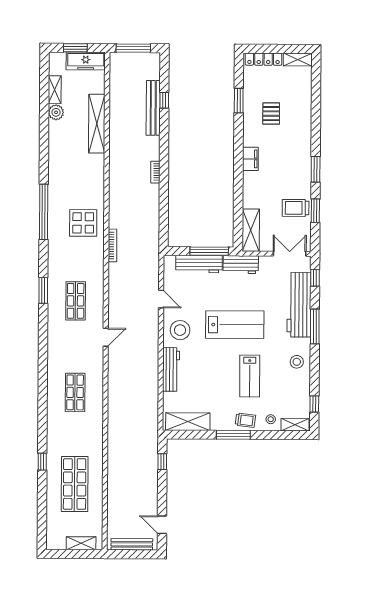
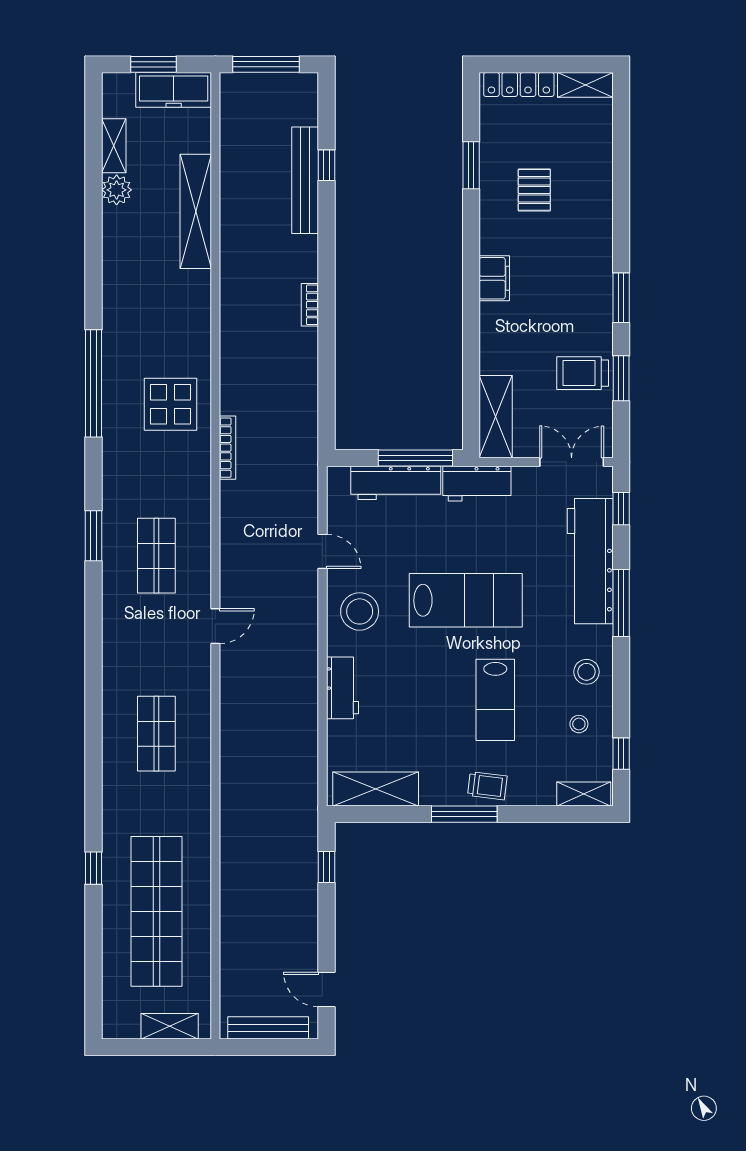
workbench: (171, 369) -> (343, 688), width x0.73
stool: (271, 419) -> (579, 724), moved
shop shelf: (75, 484) -> (156, 911), width x1.40

